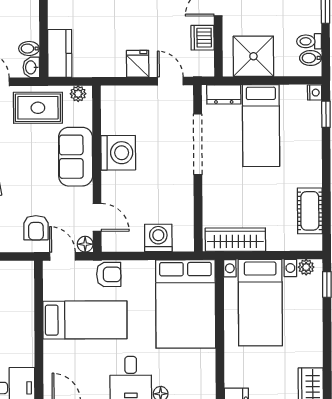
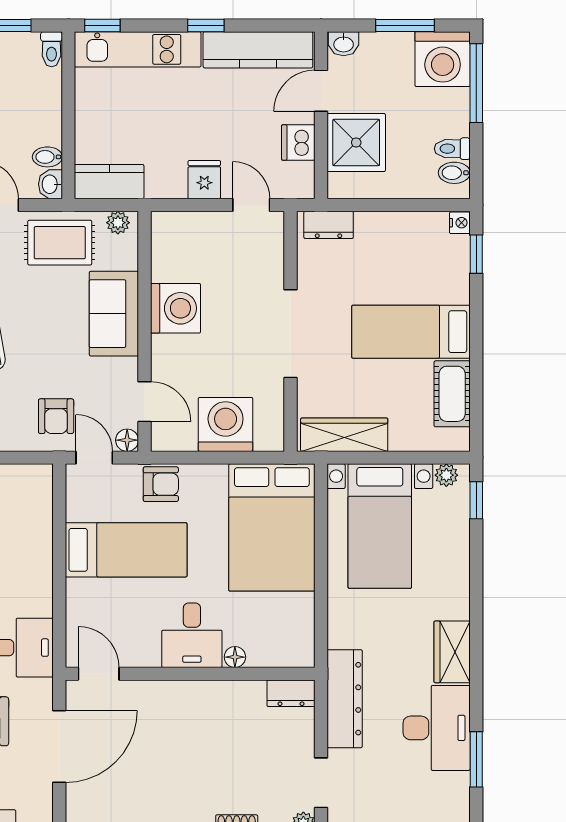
kitchen counter: (60, 53) -> (109, 182), moved, turned -90
shower: (253, 56) -> (356, 142), moved
bed: (261, 126) -> (411, 332), moved, turned 90
doorway: (198, 144) -> (291, 334), moved
washing machine: (158, 238) -> (226, 424), width x1.37, depth x1.37

